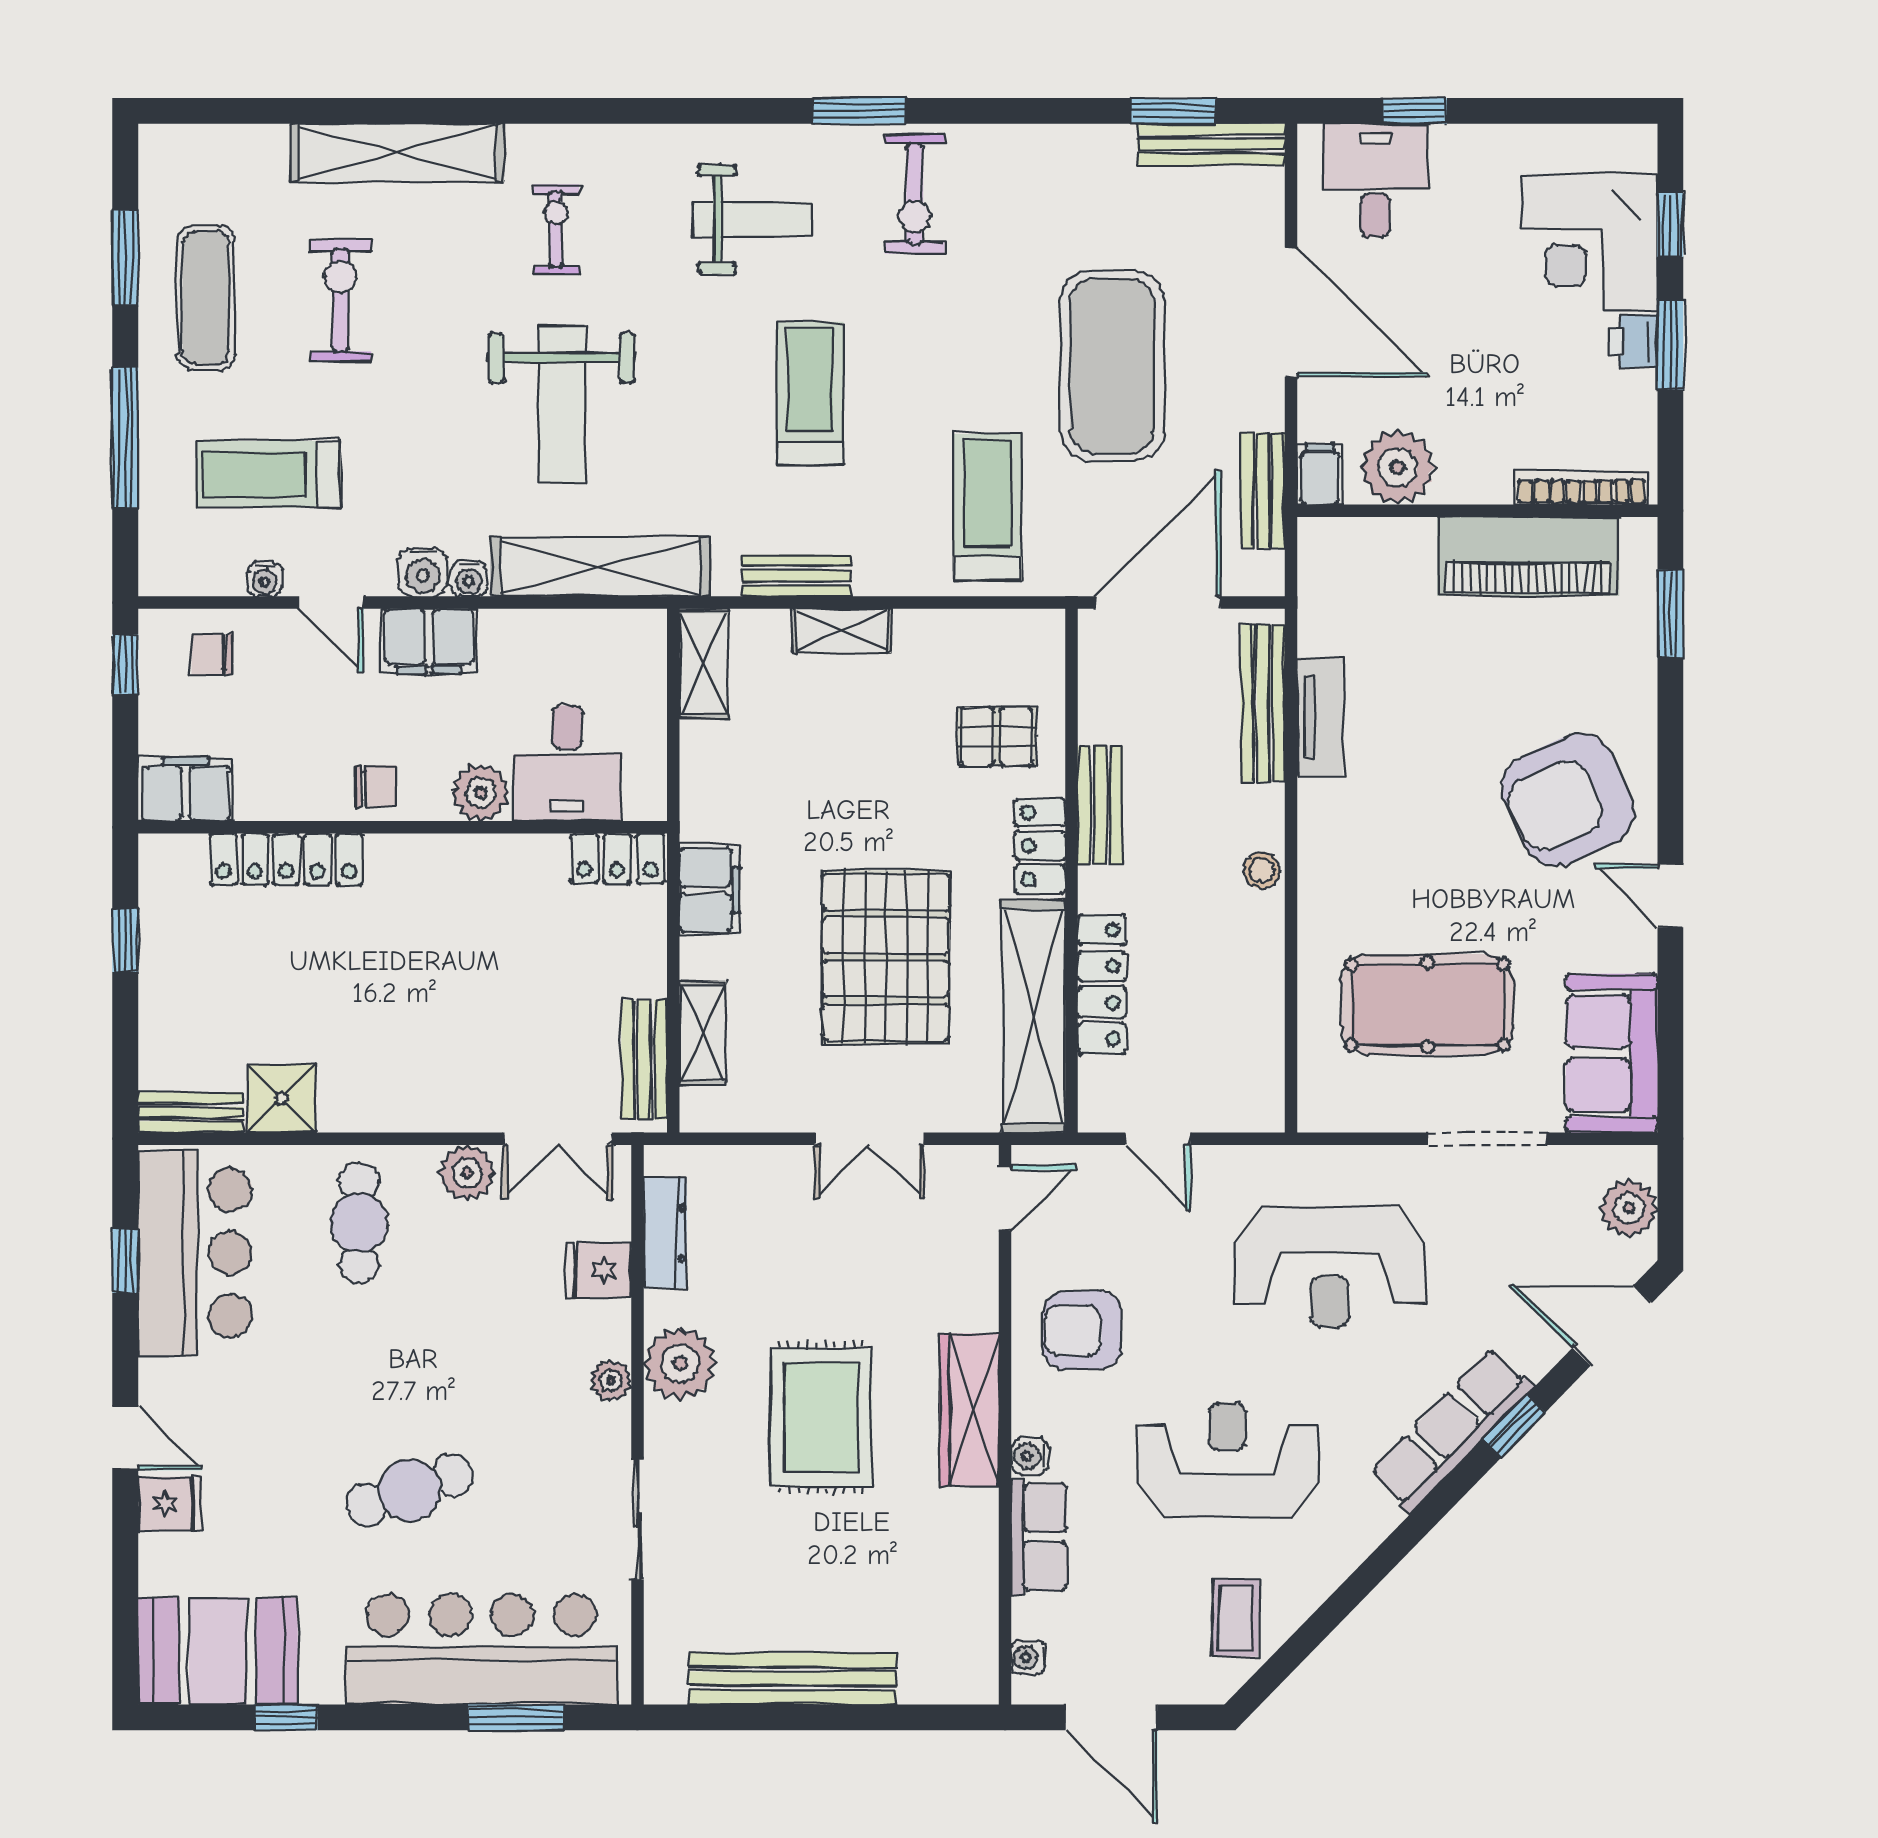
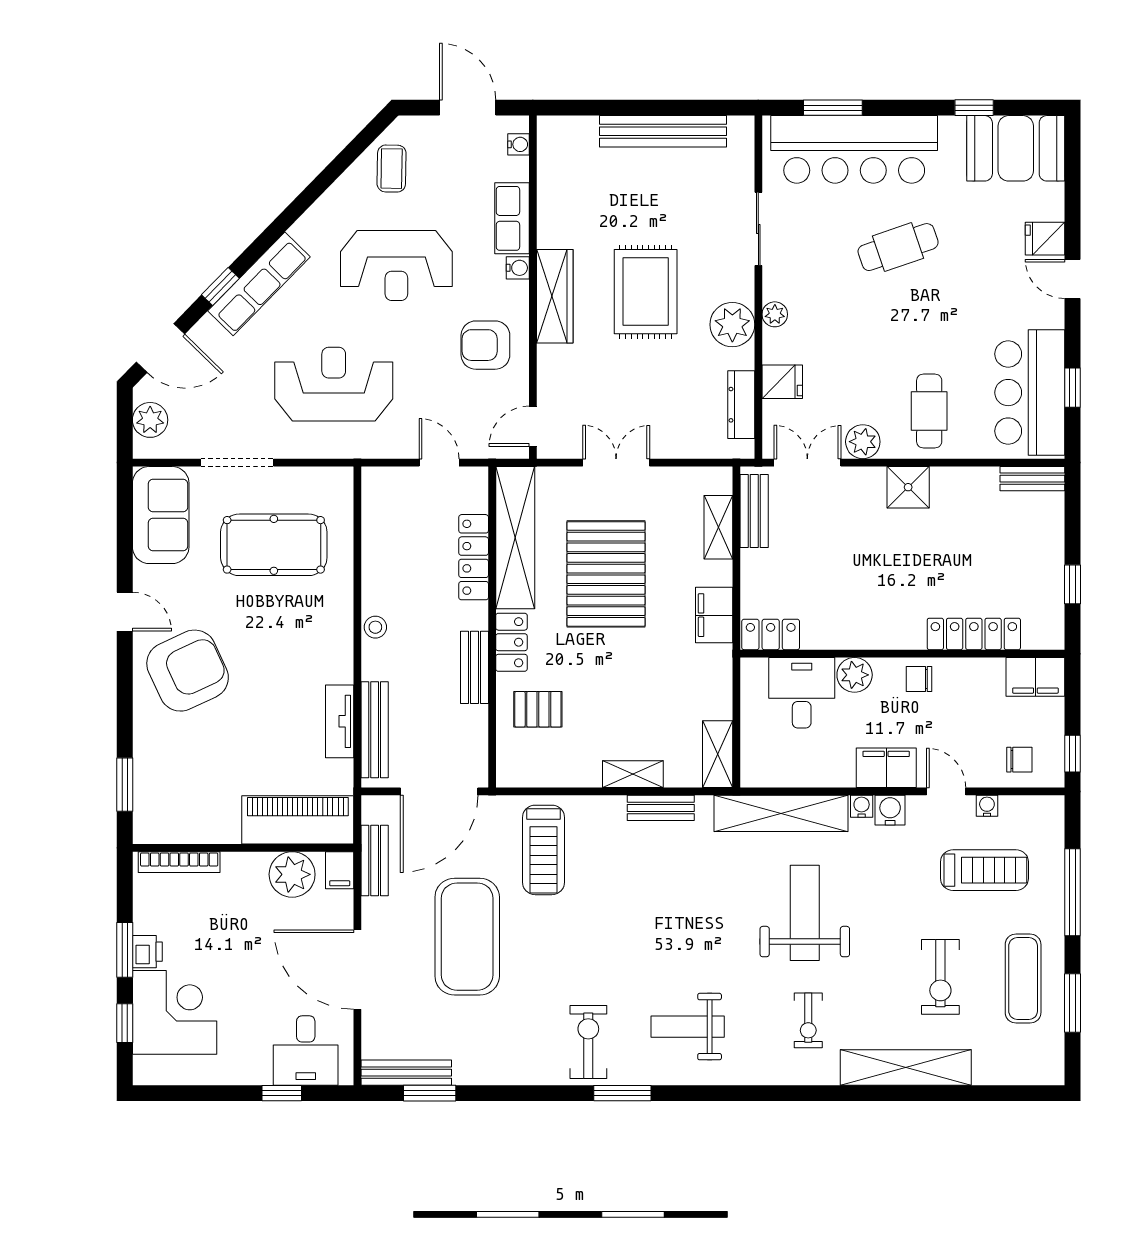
treadmill: (810, 393) -> (652, 920), removed
piano: (1528, 556) -> (298, 820), moved
shower: (281, 1099) -> (908, 487), moved
armchair: (1082, 1330) -> (485, 345), turned 180

